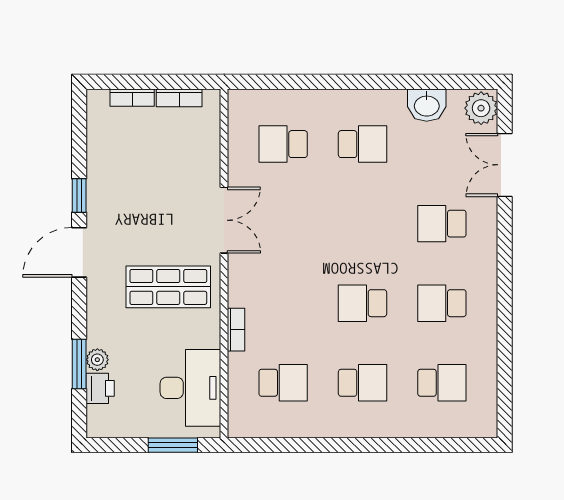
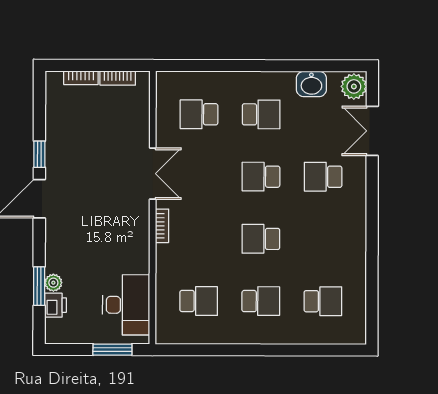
shop shelf: (168, 287) -> (109, 226), removed
school desk: (442, 303) -> (261, 177), moved
bookcase: (236, 330) -> (162, 226), moved

